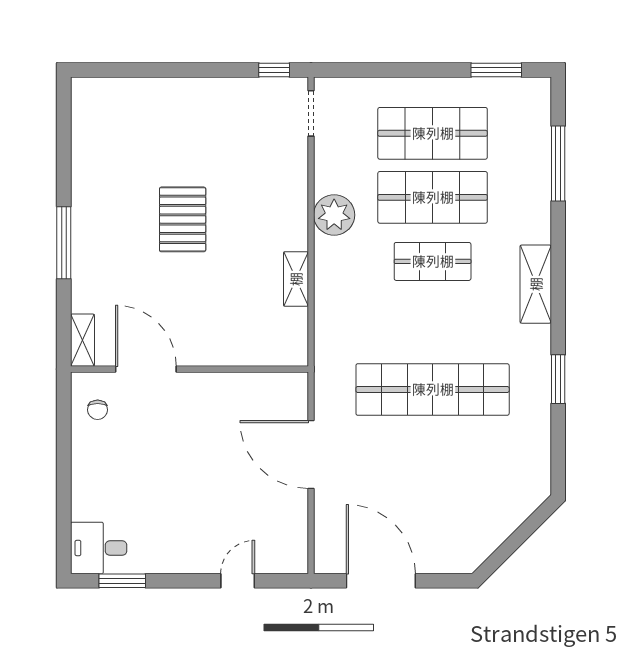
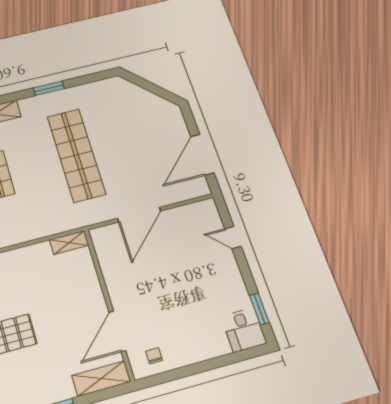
shelving: (296, 279) -> (69, 243), moved
shelving: (82, 340) -> (101, 379), width x1.50, depth x1.33
chair: (98, 410) -> (154, 356), turned -90

